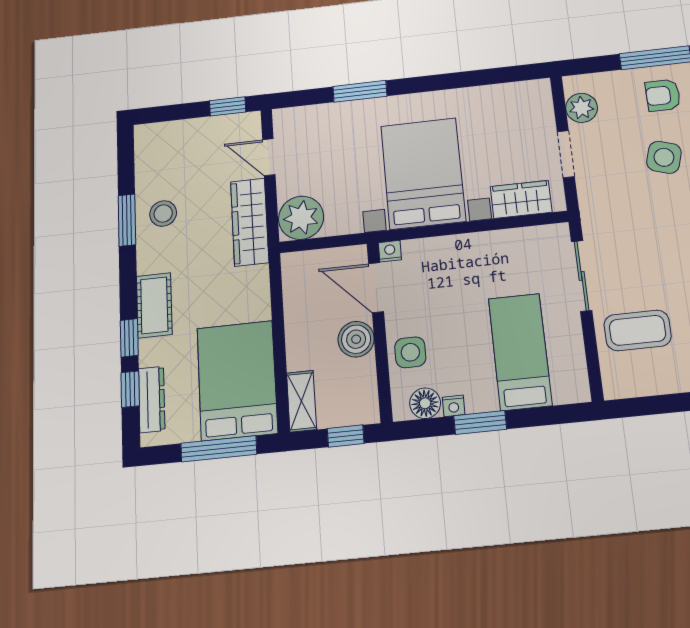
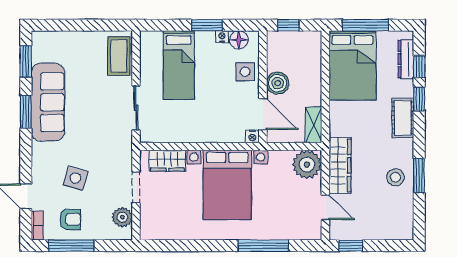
window: (360, 91) -> (263, 246), width x1.44
coffee table: (638, 330) -> (119, 56), moved, turned 90
shelving: (301, 401) -> (314, 125), moved

